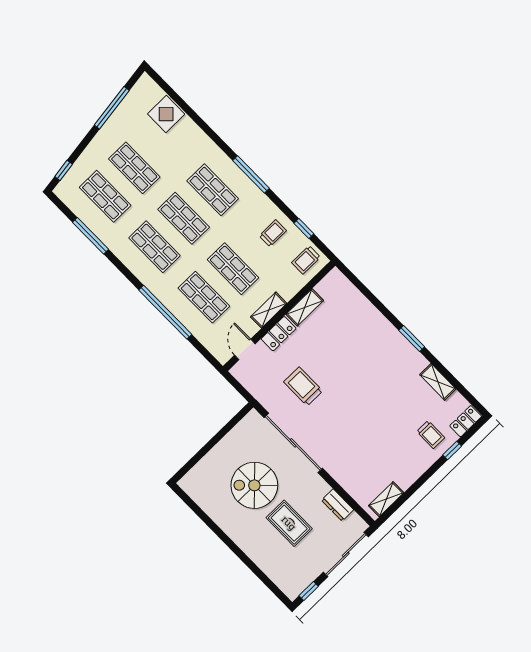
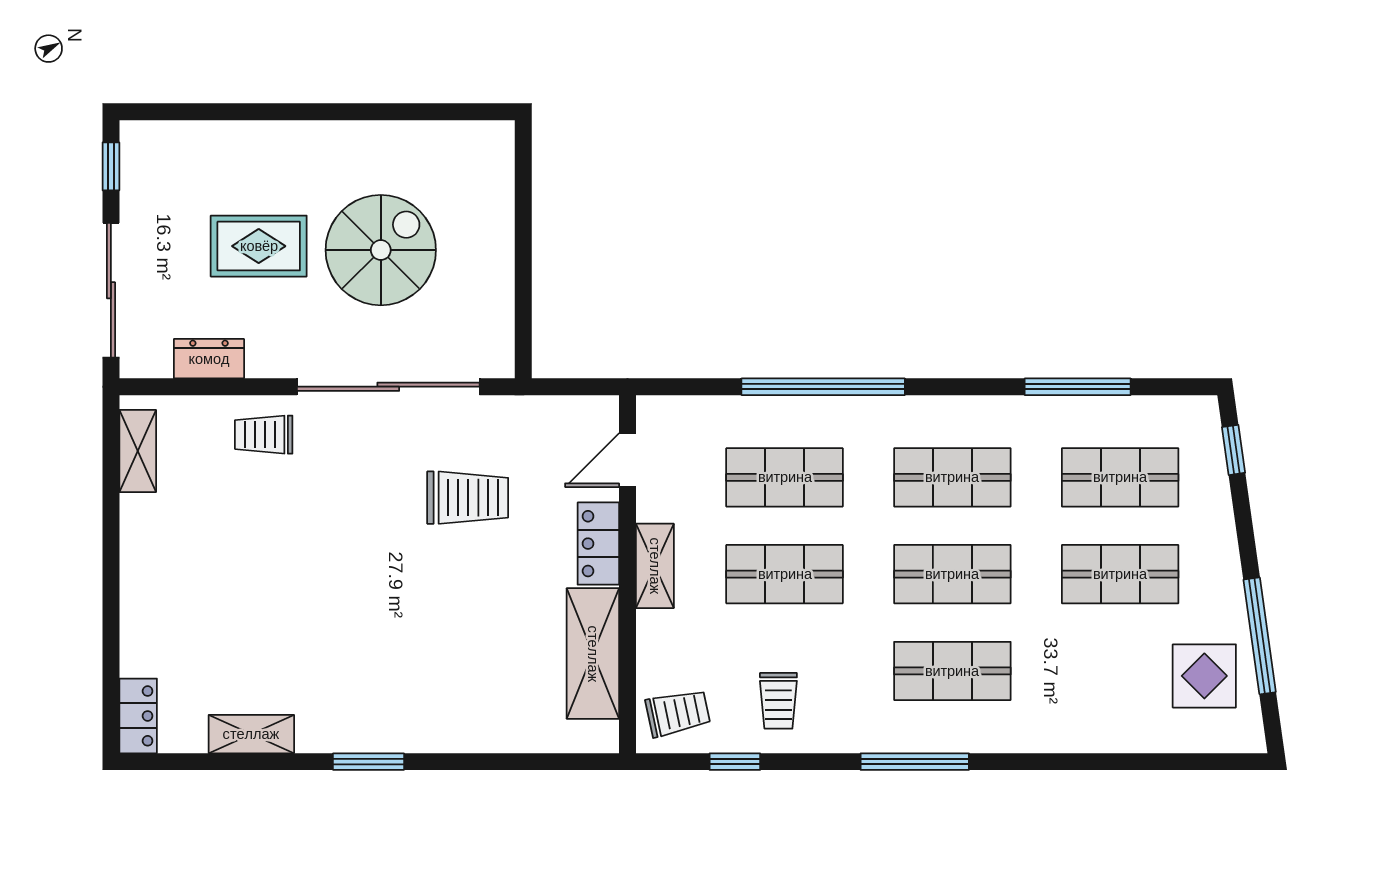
display table: (166, 114) -> (1204, 676), moved
trolley: (306, 260) -> (678, 713), turned 78
shelving: (305, 307) -> (593, 654), width x1.50, depth x1.33
door: (245, 349) -> (627, 460), swing flipped
trolley: (431, 435) -> (264, 435), moved
window: (452, 451) -> (111, 644), removed

